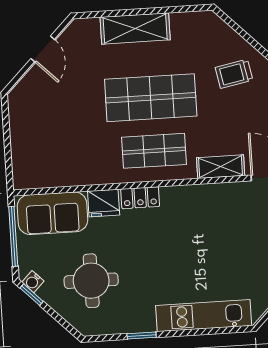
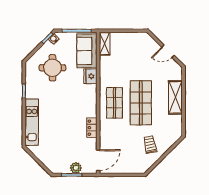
shelving: (221, 167) -> (105, 44), moved
locker: (140, 198) -> (92, 128), moved

